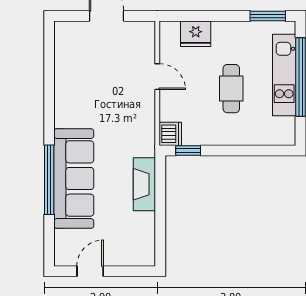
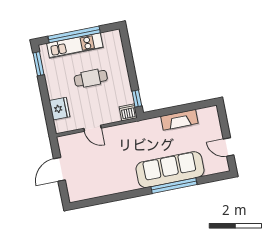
door: (157, 77) -> (92, 128), swing flipped
fireplace: (144, 184) -> (179, 120), moved

